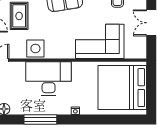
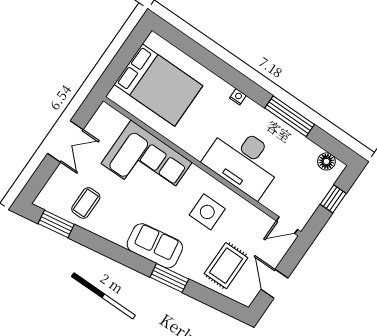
side table: (35, 49) -> (207, 212), moved
bed: (122, 88) -> (158, 85), width x0.73

